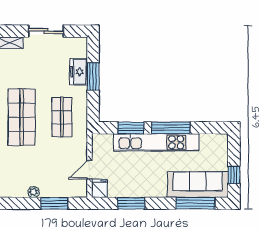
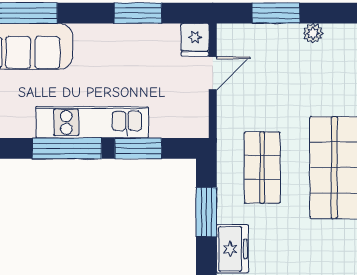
window: (93, 77) -> (206, 212), moved
kitchen unit: (157, 142) -> (92, 122), width x0.73

